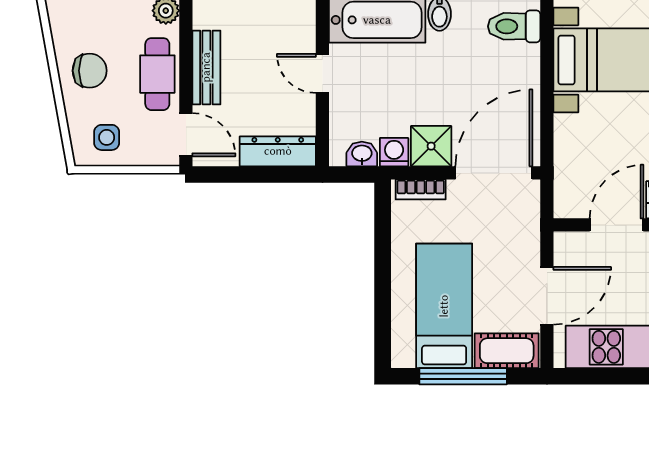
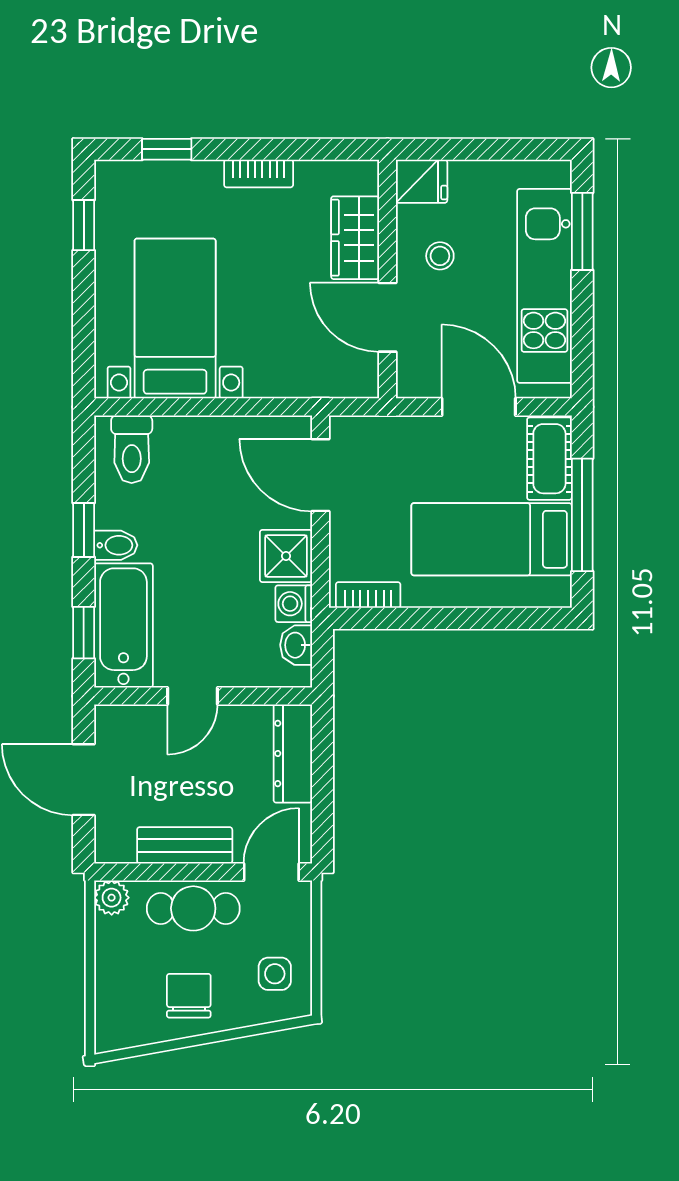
door: (494, 173) -> (320, 475), width x0.73
bookcase: (421, 189) -> (368, 595), moved, turned -90

